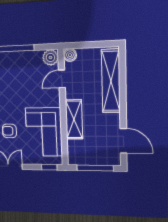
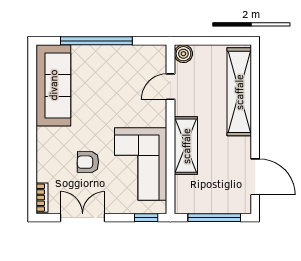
plant: (50, 58) -> (155, 56), removed

